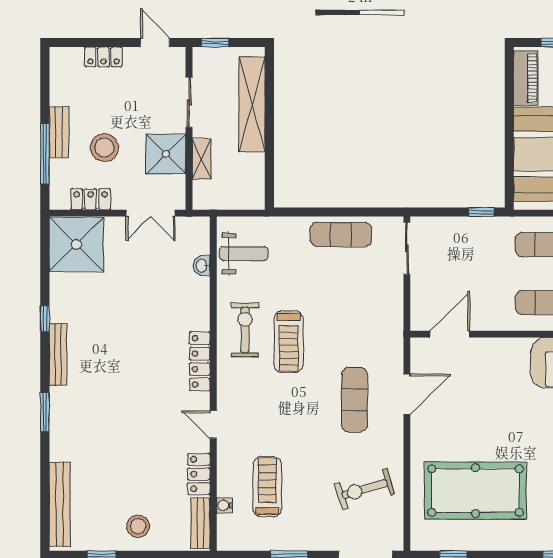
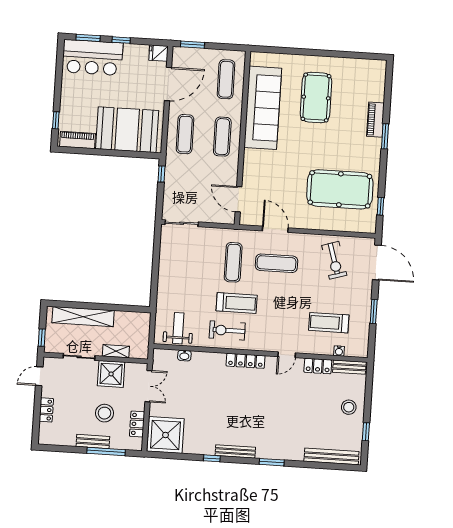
exercise mat: (341, 234) -> (233, 262), moved
pool table: (475, 491) -> (340, 189), turned 90

